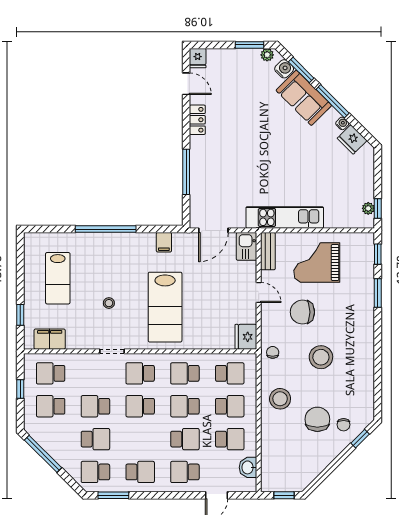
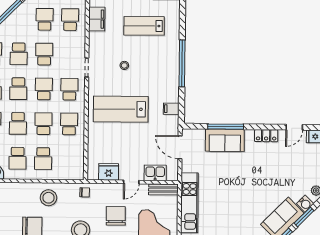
sofa: (204, 173) -> (225, 140), added
kitchen sink: (247, 246) -> (155, 173), moved
fridge: (246, 337) -> (109, 172), moved
school desk: (230, 373) -> (18, 89), moved

